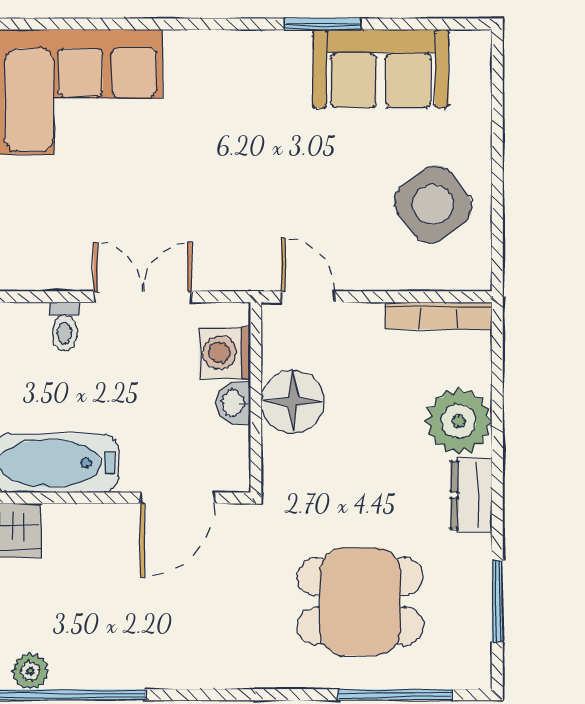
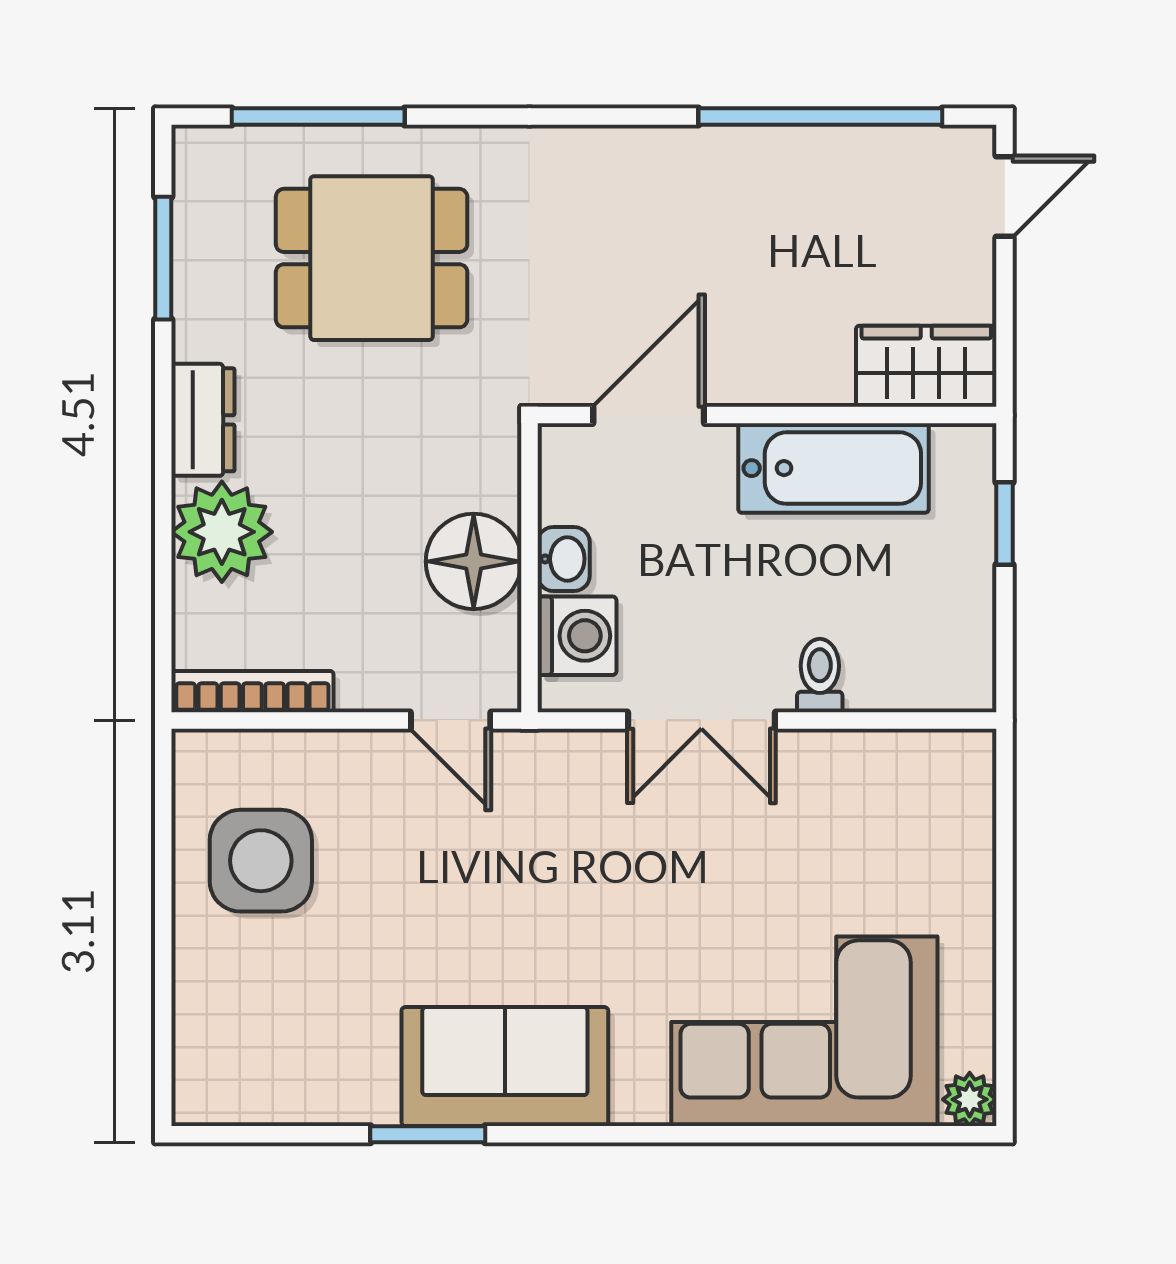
sofa: (381, 69) -> (505, 1067), moved
side table: (433, 204) -> (261, 861), turned 37
plant: (30, 671) -> (872, 152), removed

